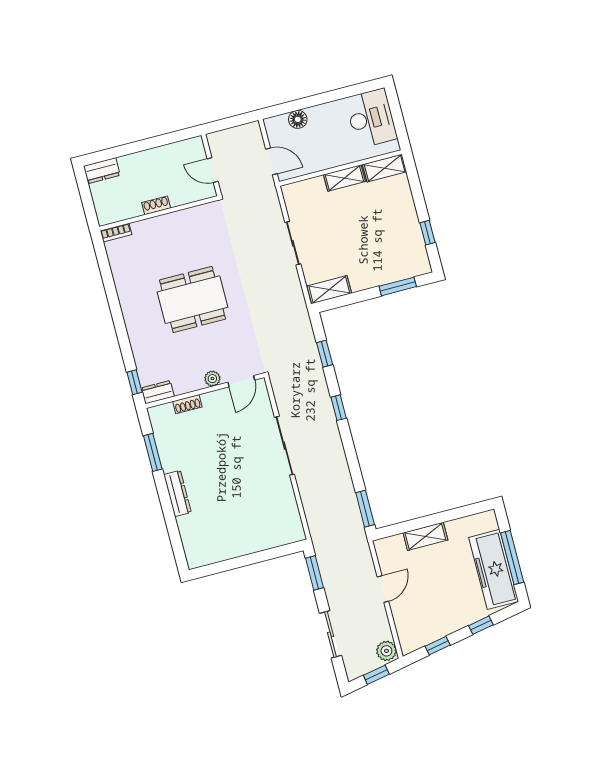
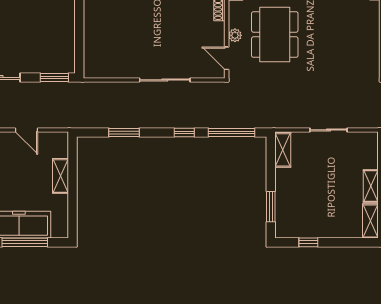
dining table: (193, 300) -> (275, 35), moved
window: (325, 354) -> (231, 132), width x2.17
window: (365, 509) -> (124, 132), moved

